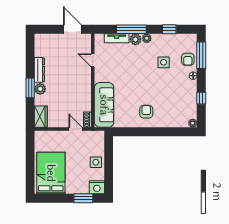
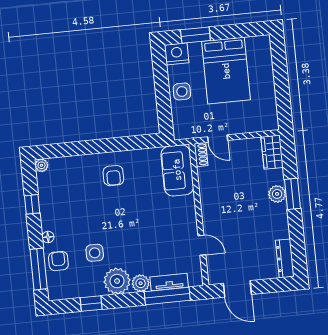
window: (131, 29) -> (167, 296), moved
plant: (147, 38) -> (117, 281), width x1.88, depth x1.88
dresser: (39, 70) -> (285, 258), moved
sofa: (104, 105) -> (177, 170), width x0.73
bed: (51, 173) -> (226, 71), moved

